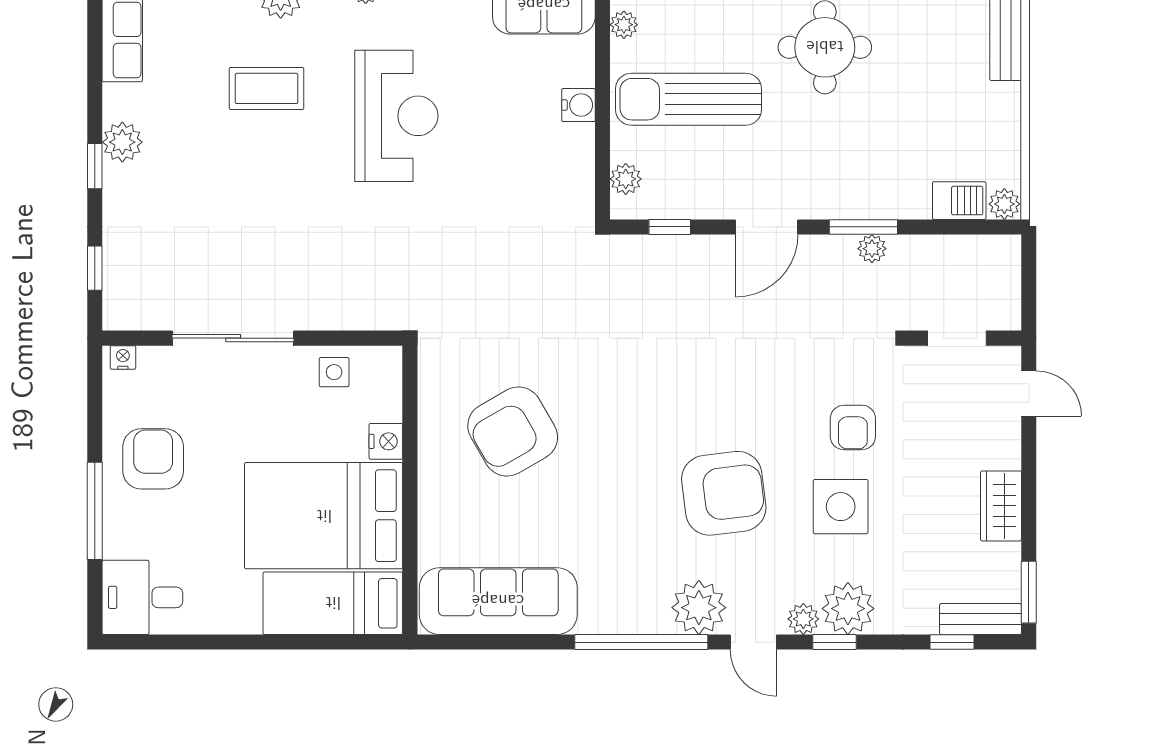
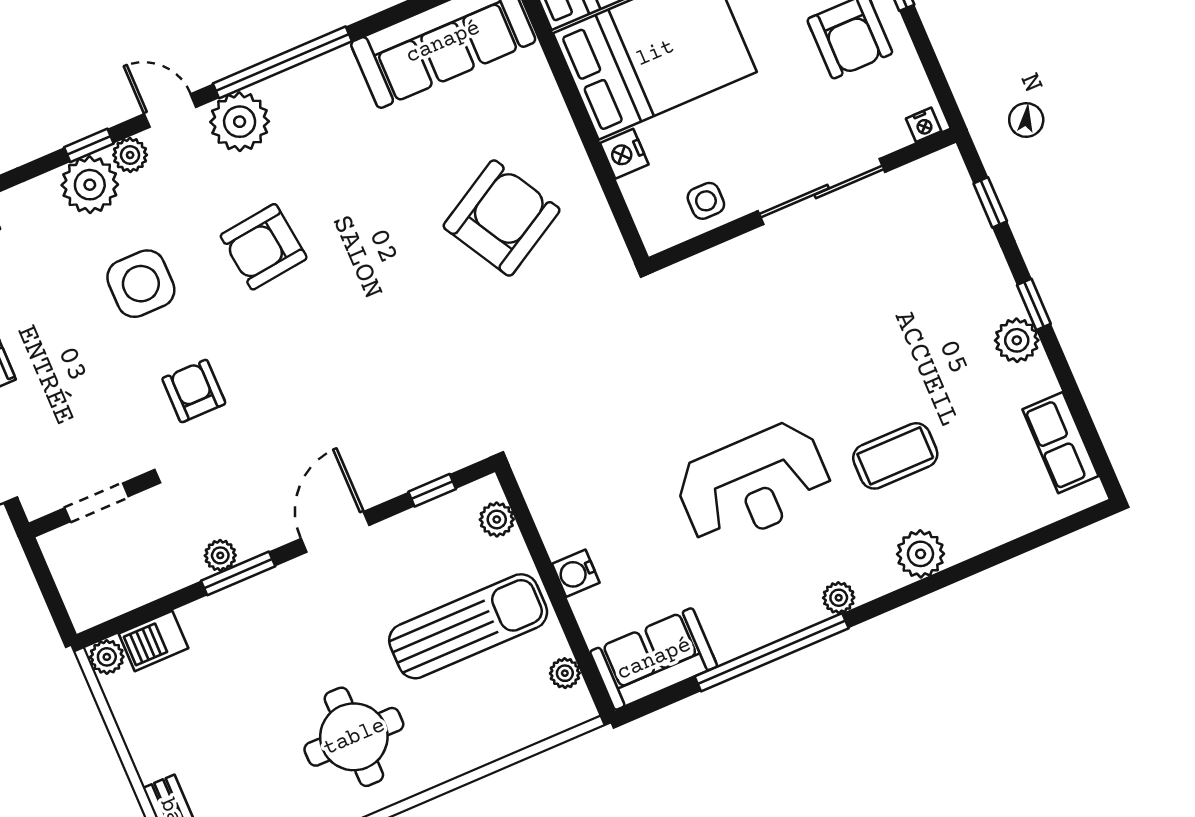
reception desk: (396, 116) -> (754, 484), turned -90
armchair: (853, 427) -> (194, 391), moved
armchair: (724, 493) -> (264, 247), width x0.73, depth x0.73

